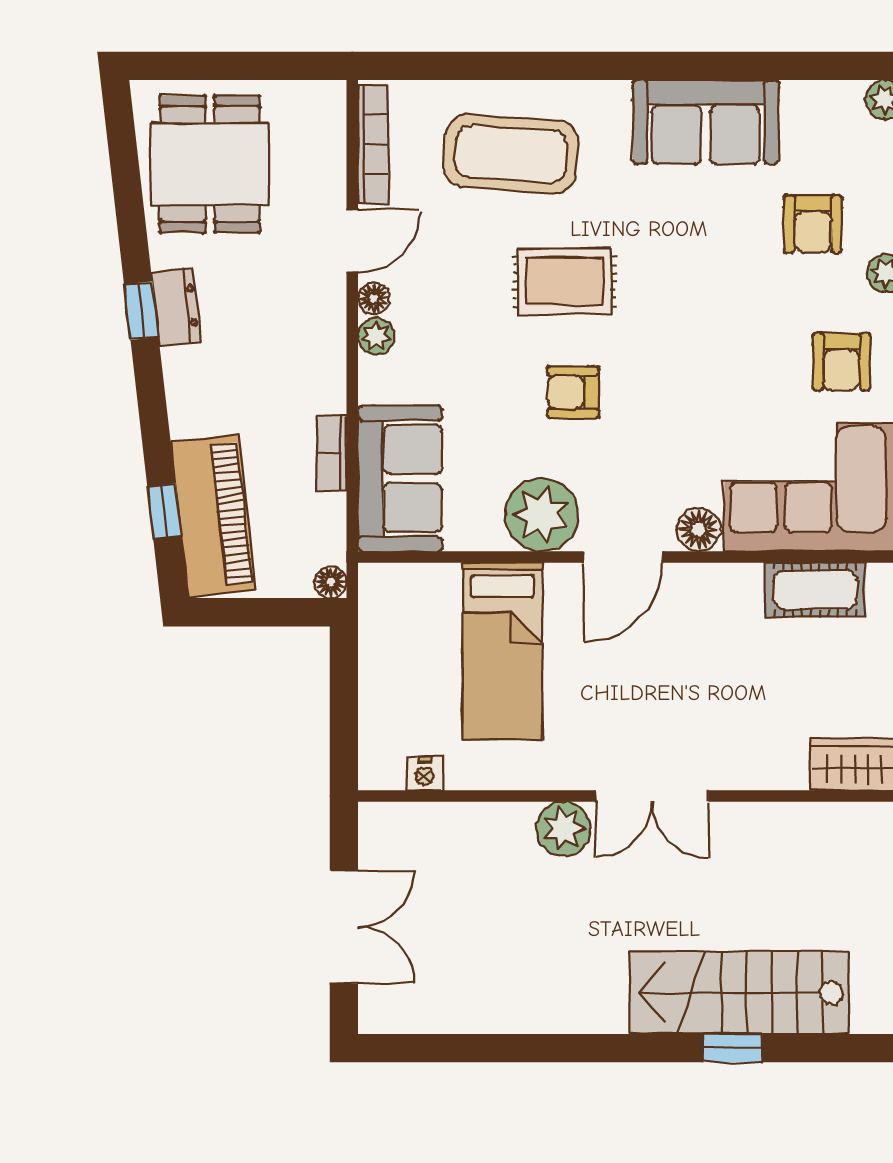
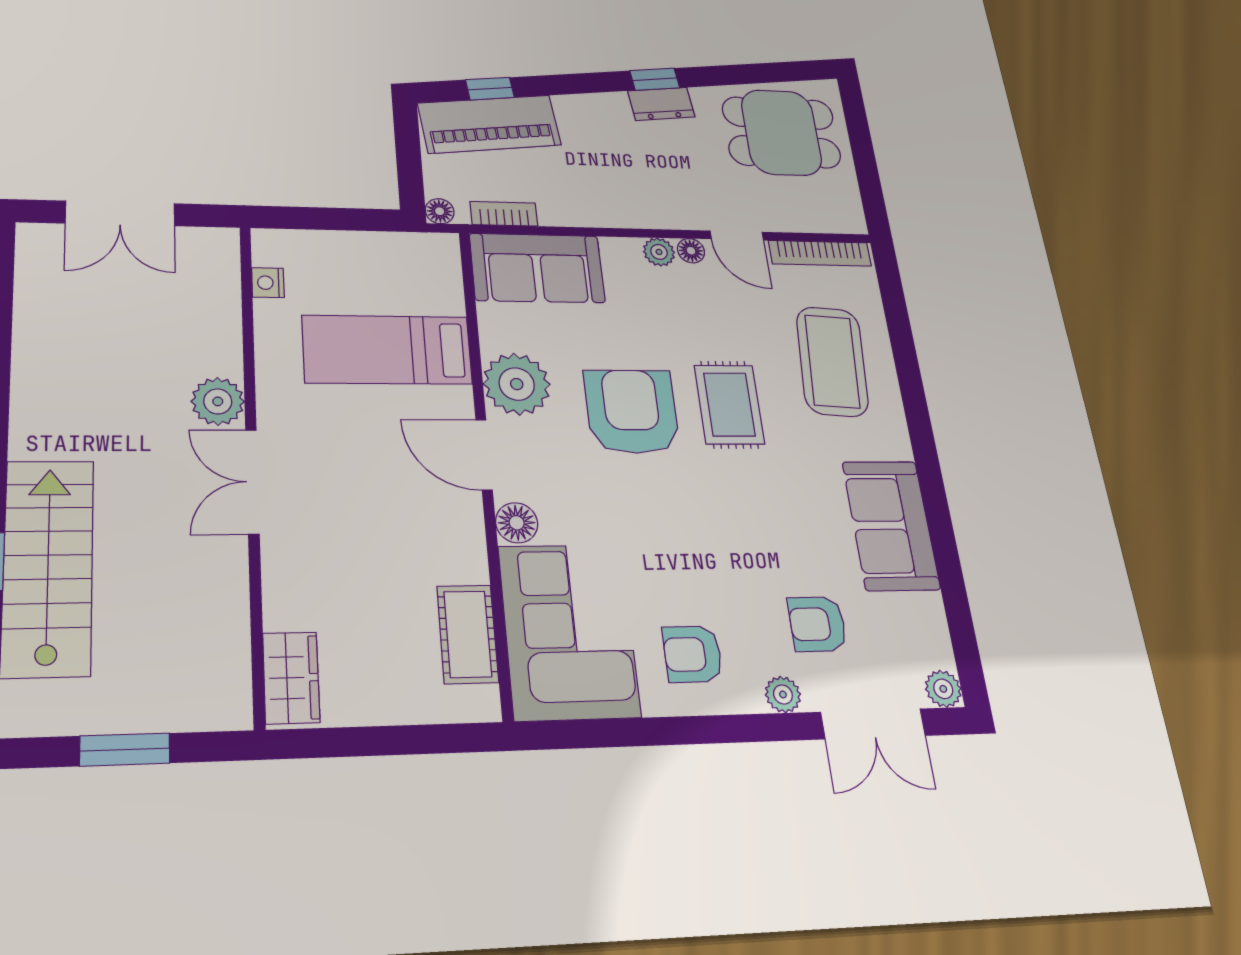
armchair: (573, 392) -> (632, 411), width x1.88, depth x1.88
bookcase: (332, 453) -> (504, 214), moved

